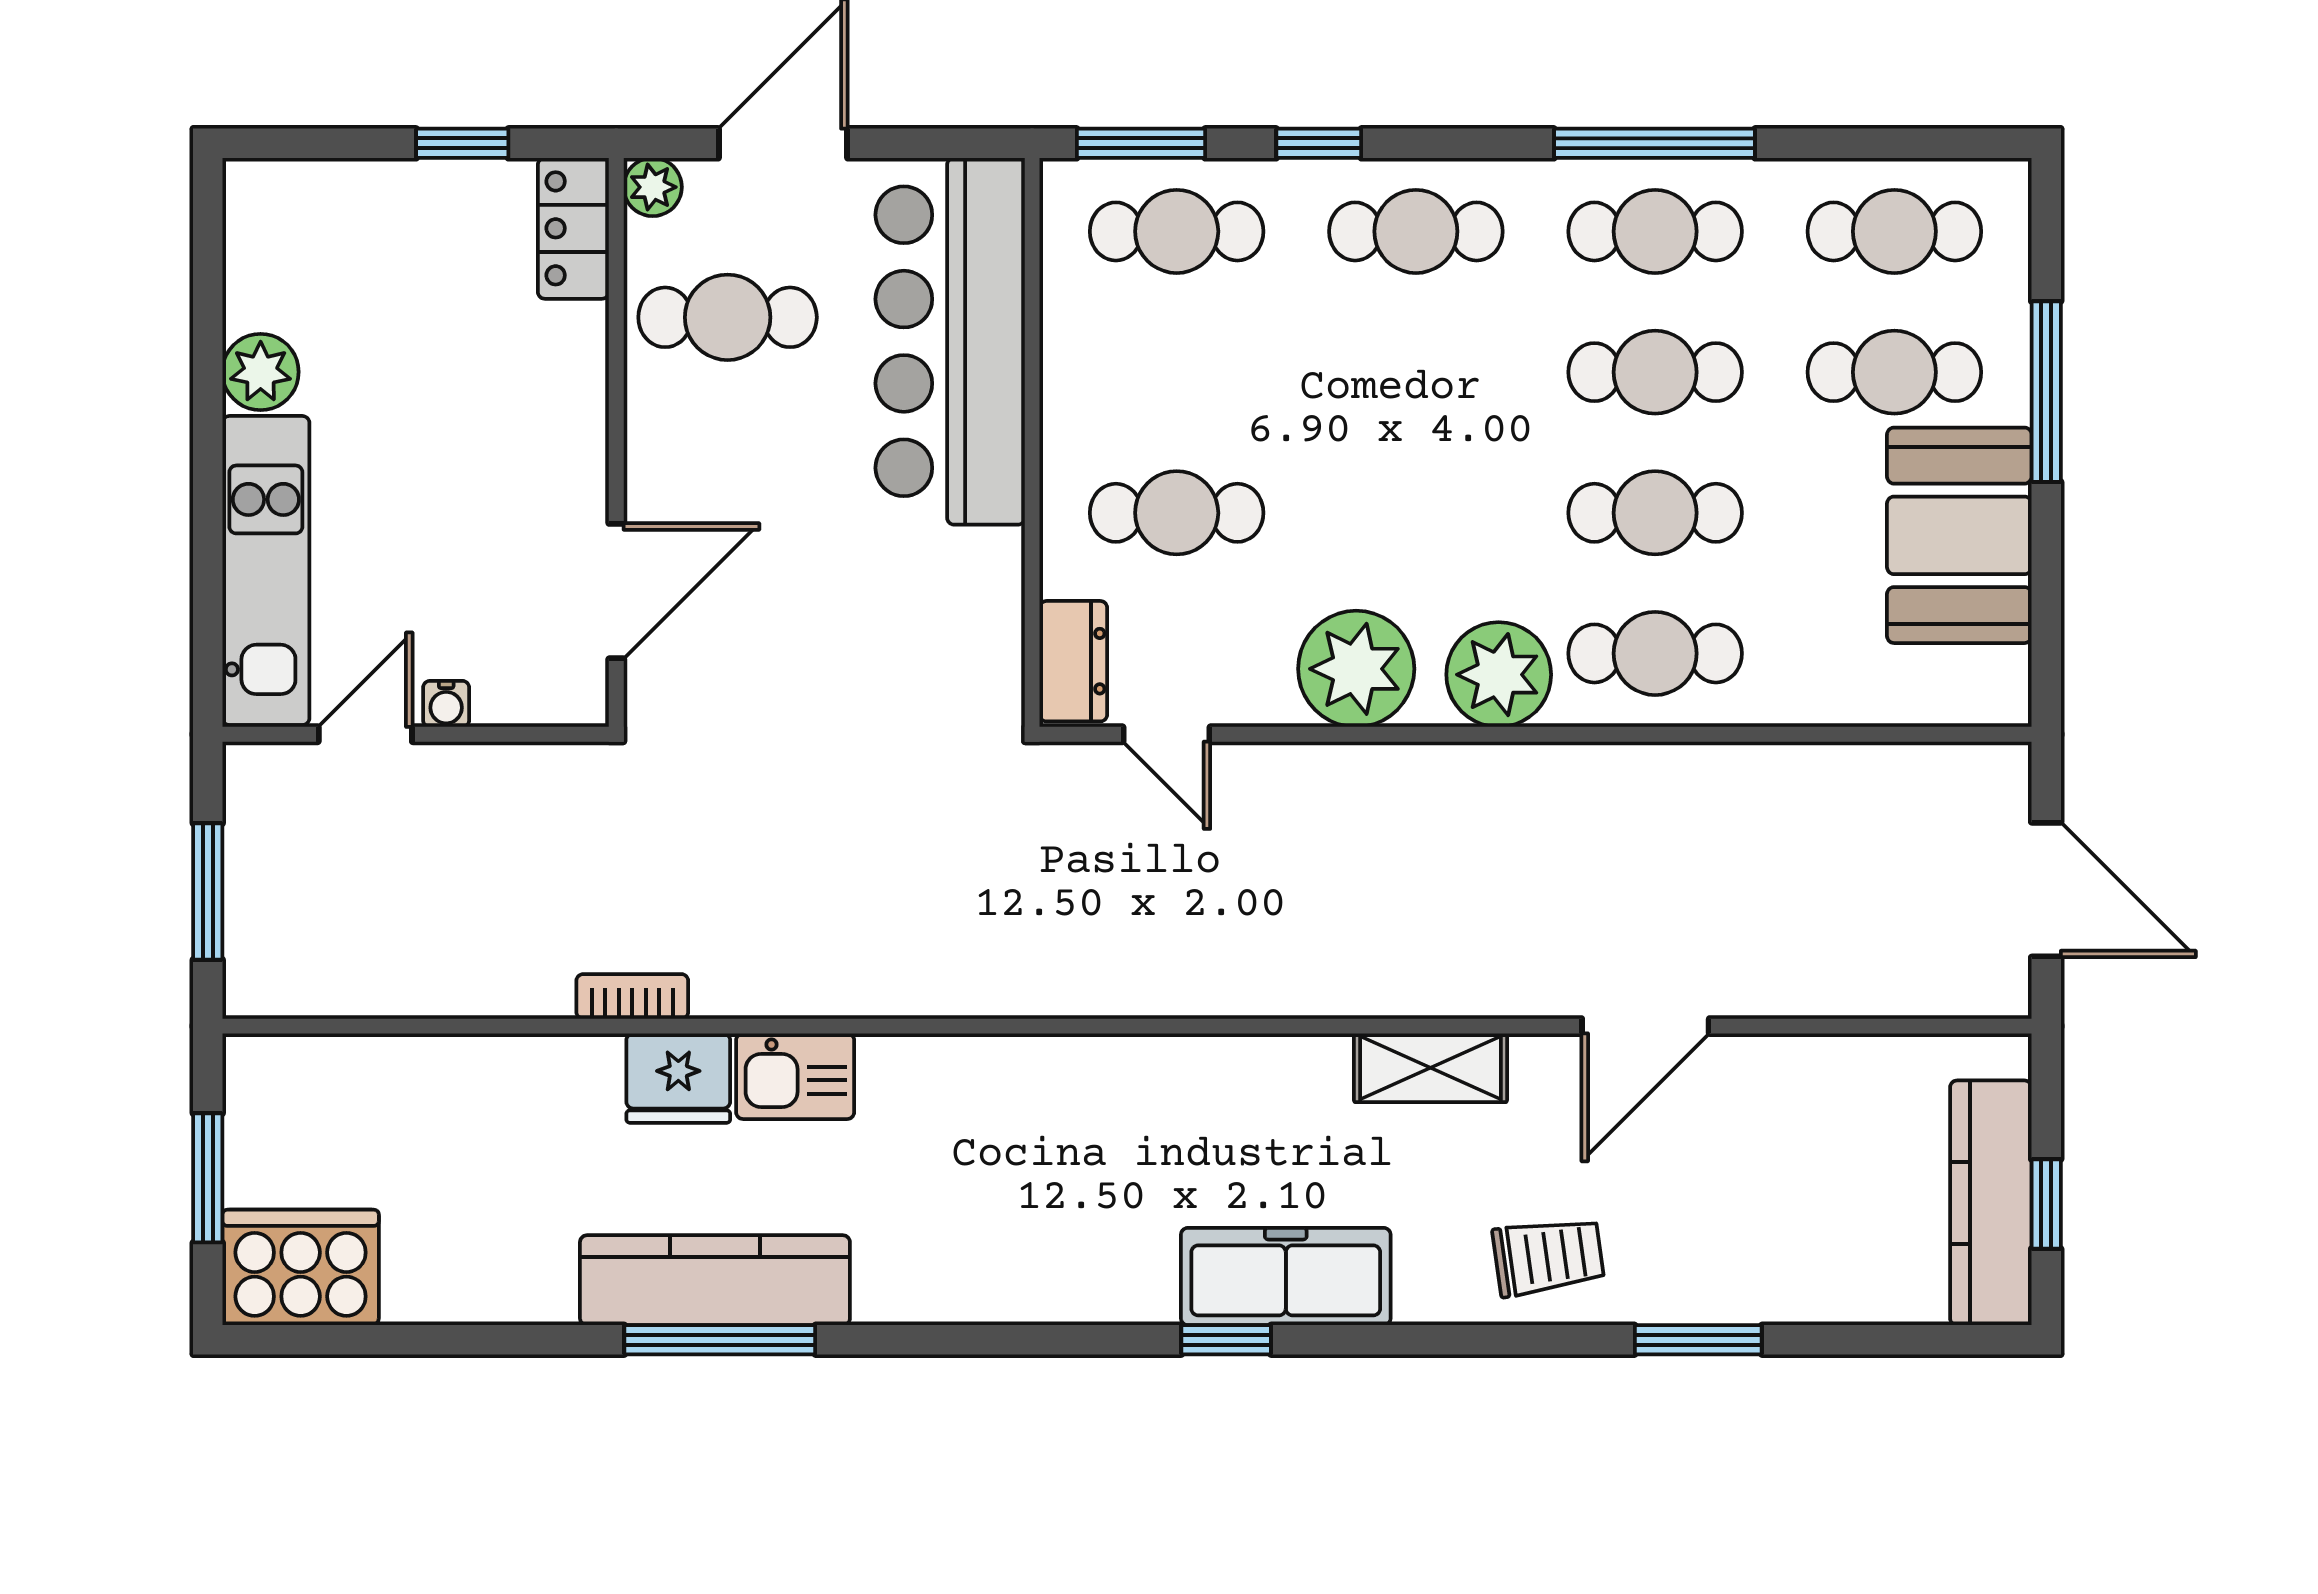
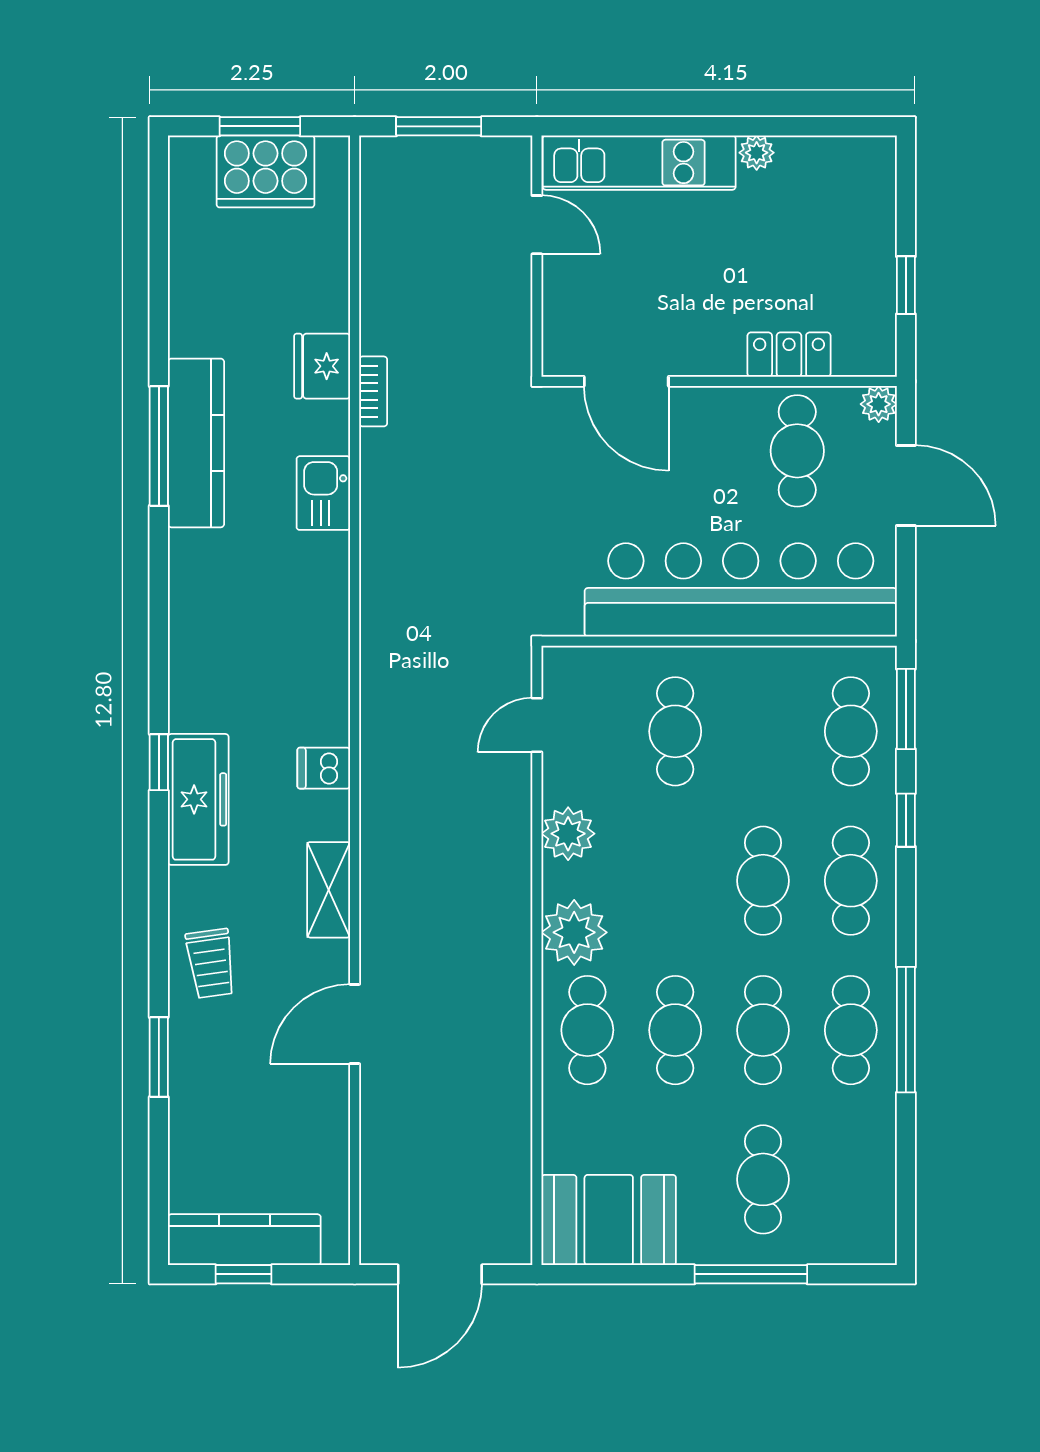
locker: (573, 228) -> (789, 355), moved
cafe table: (1894, 231) -> (763, 881), moved
bar counter: (950, 341) -> (741, 590), width x1.36
plant: (261, 372) -> (757, 153), width x0.73, depth x0.73
booth: (1959, 535) -> (609, 1220), moved
dresser: (1073, 661) -> (582, 667), removed
plant: (1356, 669) -> (568, 834), width x0.73, depth x0.73
water cooler: (446, 704) -> (556, 275), removed
door: (1645, 1026) -> (355, 1024), hinge flipped
dishwasher: (1236, 1076) -> (324, 768), added
fridge: (678, 1078) -> (322, 366), moved
cooker: (301, 1267) -> (265, 171), moved, turned 90

